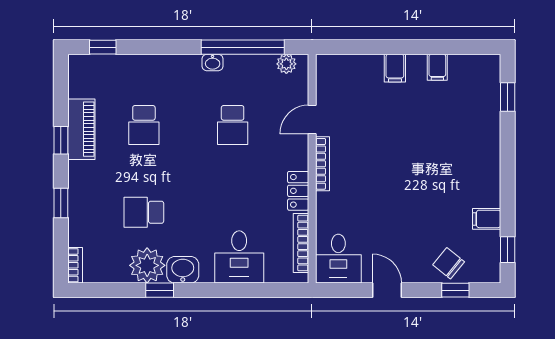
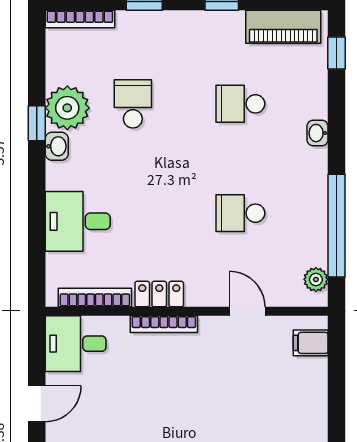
washbasin: (213, 63) -> (318, 133), moved
filing cabinet: (395, 68) -> (311, 343), moved
piano: (81, 129) -> (283, 27), moved
bookcase: (323, 164) -> (164, 324), moved
bookcase: (75, 265) -> (80, 19), width x1.56
washbasin: (183, 270) -> (57, 146), width x0.72, depth x0.69

